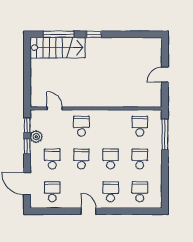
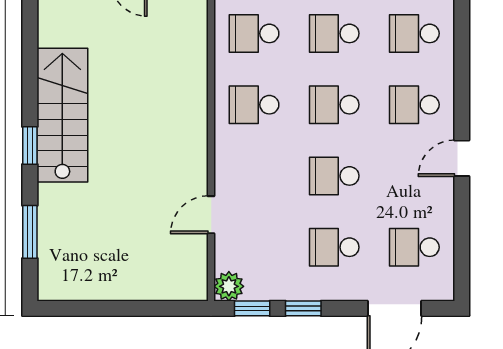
window: (59, 34) -> (30, 232), width x0.69
stairs: (58, 48) -> (62, 115), moved
door: (55, 109) -> (211, 215), moved
school desk: (81, 126) -> (254, 105), moved
plant: (36, 137) -> (229, 286), moved

